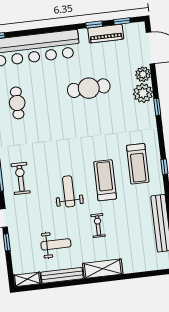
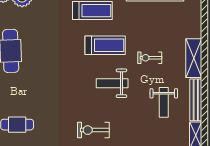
treadmill: (105, 180) -> (105, 45), turned 180
weight bench: (56, 244) -> (164, 102), turned 180

